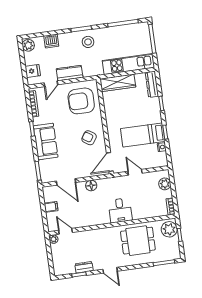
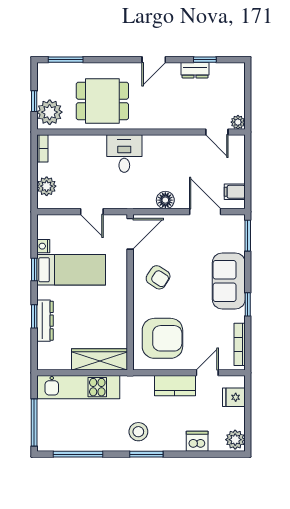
dresser: (152, 84) -> (45, 321), moved
filing cabinet: (51, 207) -> (235, 192), moved
door: (110, 270) -> (154, 60), swing flipped

